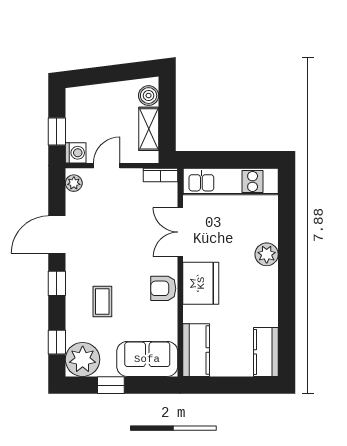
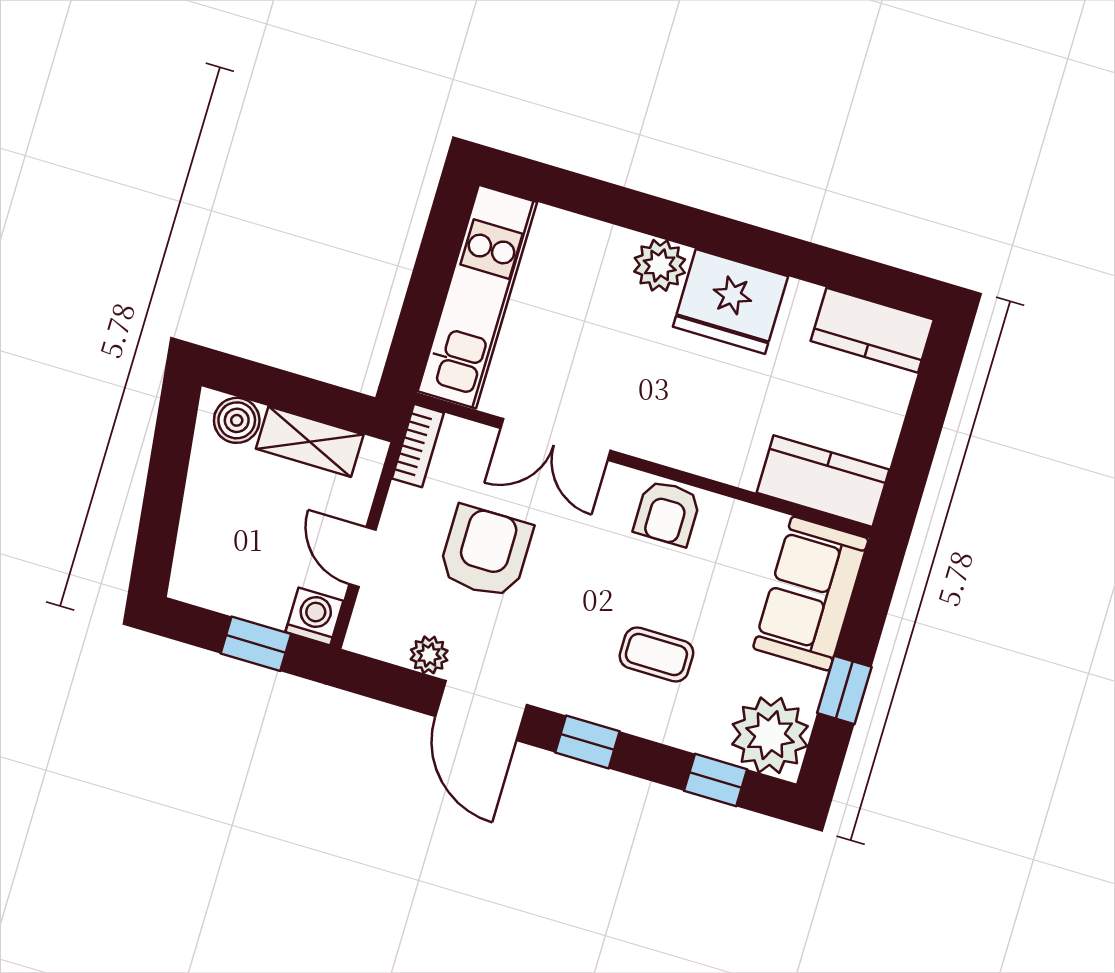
plant: (74, 183) -> (429, 655), moved
armchair: (124, 217) -> (485, 552), added
fridge: (201, 283) -> (730, 302), moved, turned 180

